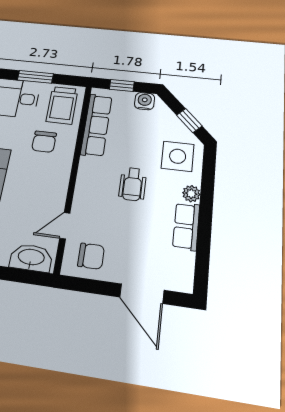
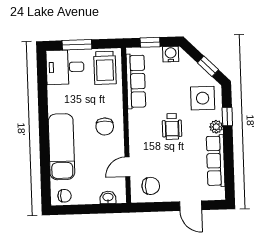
chair: (44, 142) -> (105, 127), moved
window: (208, 183) -> (227, 117), added
row of seats: (186, 226) -> (216, 161), width x1.48
washbasin: (31, 258) -> (108, 197), width x0.52, depth x0.69
door: (142, 294) -> (191, 206), width x0.73

